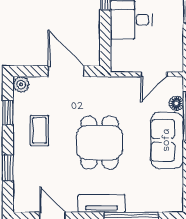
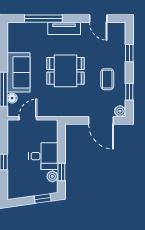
door: (66, 71) -> (101, 120), moved
dining table: (99, 143) -> (66, 71), turned 90

